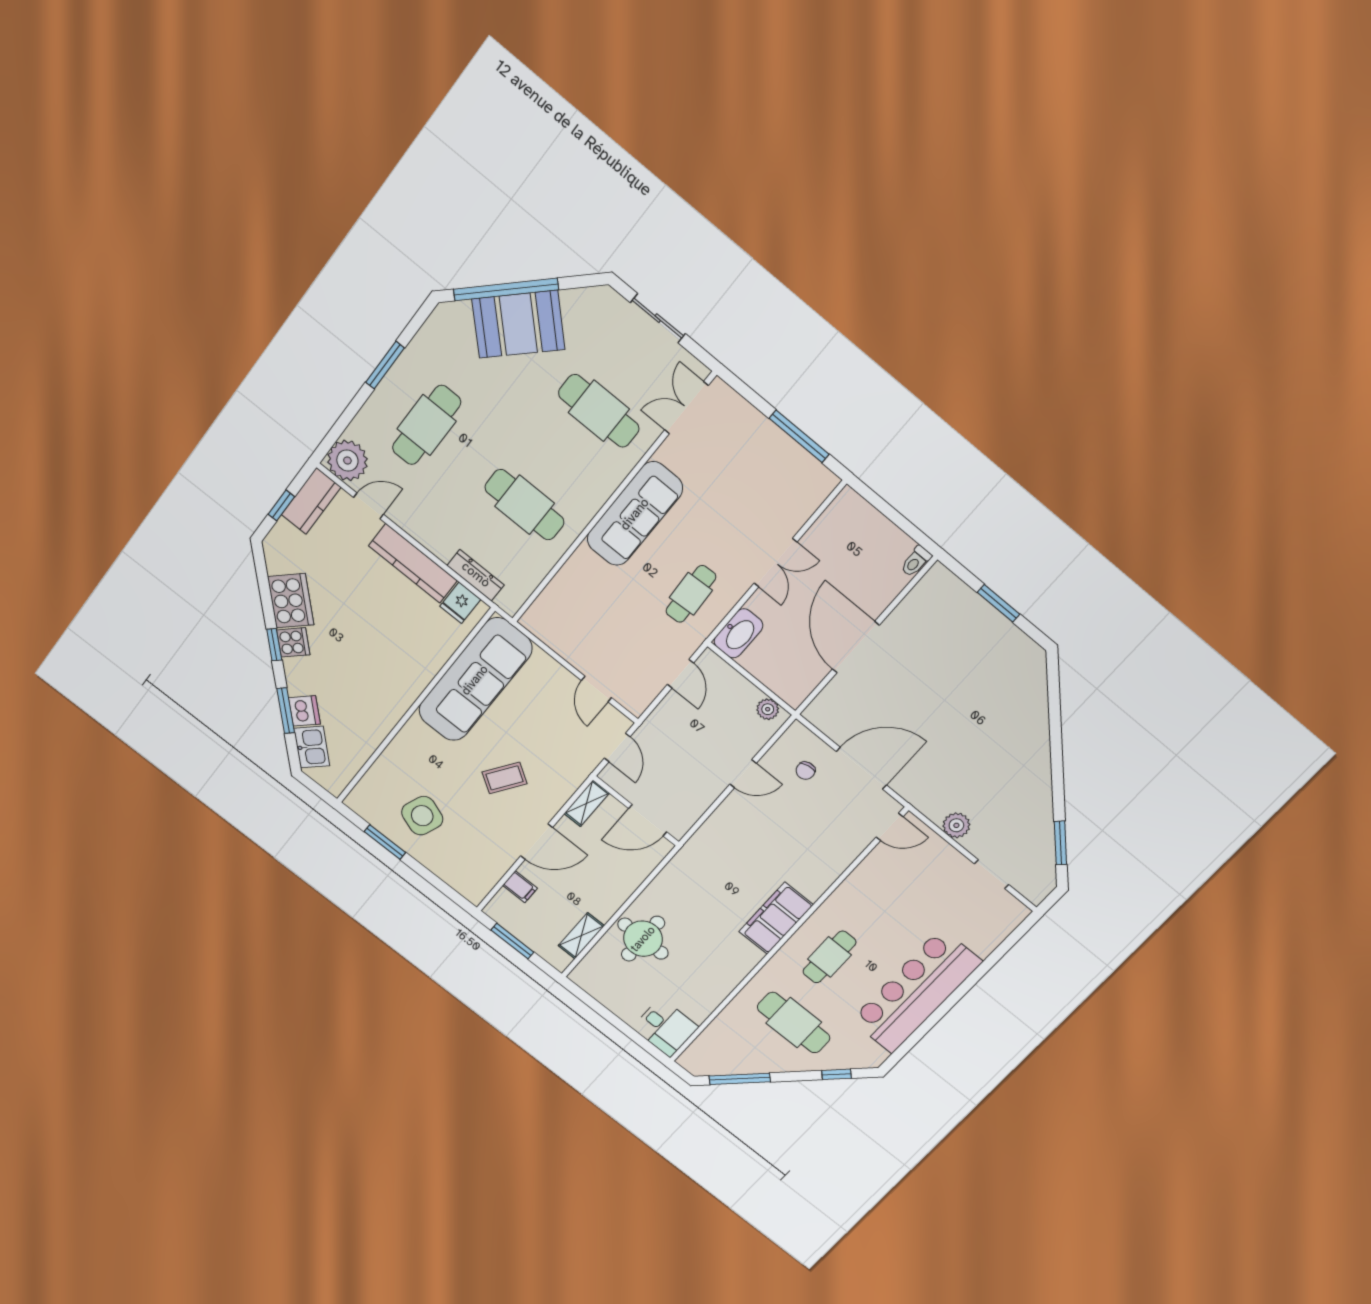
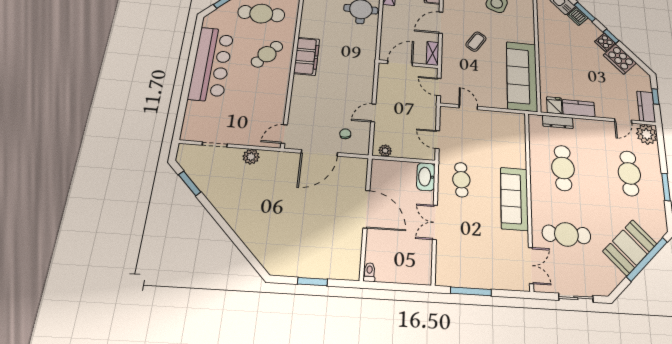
cafe table: (525, 505) -> (563, 168), turned 90
kitchen counter: (413, 563) -> (579, 108), width x0.67
cafe table: (829, 957) -> (267, 54), turned 40

